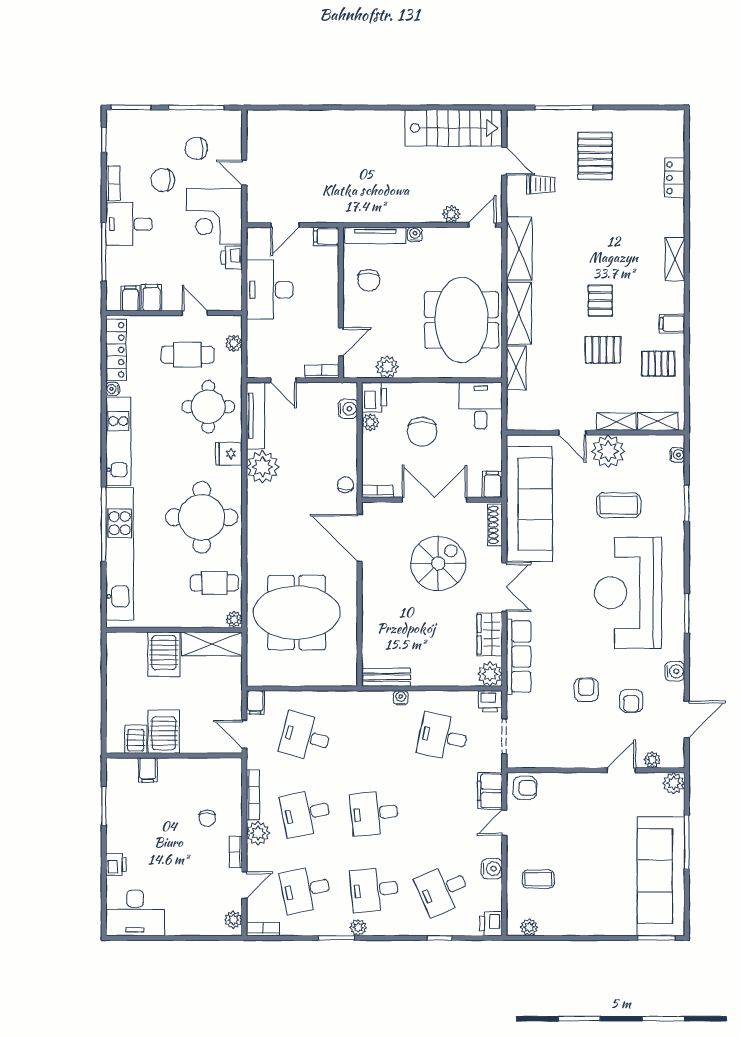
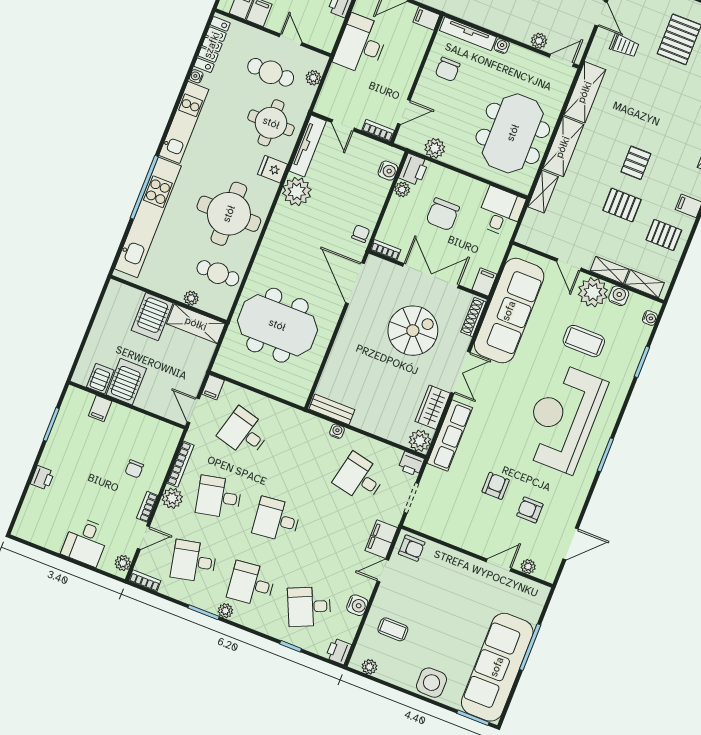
plant: (234, 619) -> (191, 298), moved
water cooler: (675, 671) -> (619, 296), moved, turned -90
armchair: (631, 701) -> (530, 510), turned 90
plant: (674, 783) -> (539, 593), removed
desk: (135, 913) -> (86, 542), moved, width x0.73
side table: (600, 918) -> (432, 683), added

